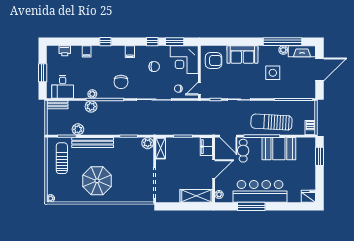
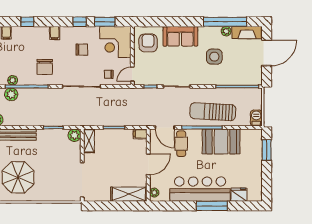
armchair: (214, 60) -> (148, 43), turned -90
filing cabinet: (206, 147) -> (140, 134), width x0.50
fridge: (308, 196) -> (239, 195), moved
window: (251, 206) -> (212, 206), moved

